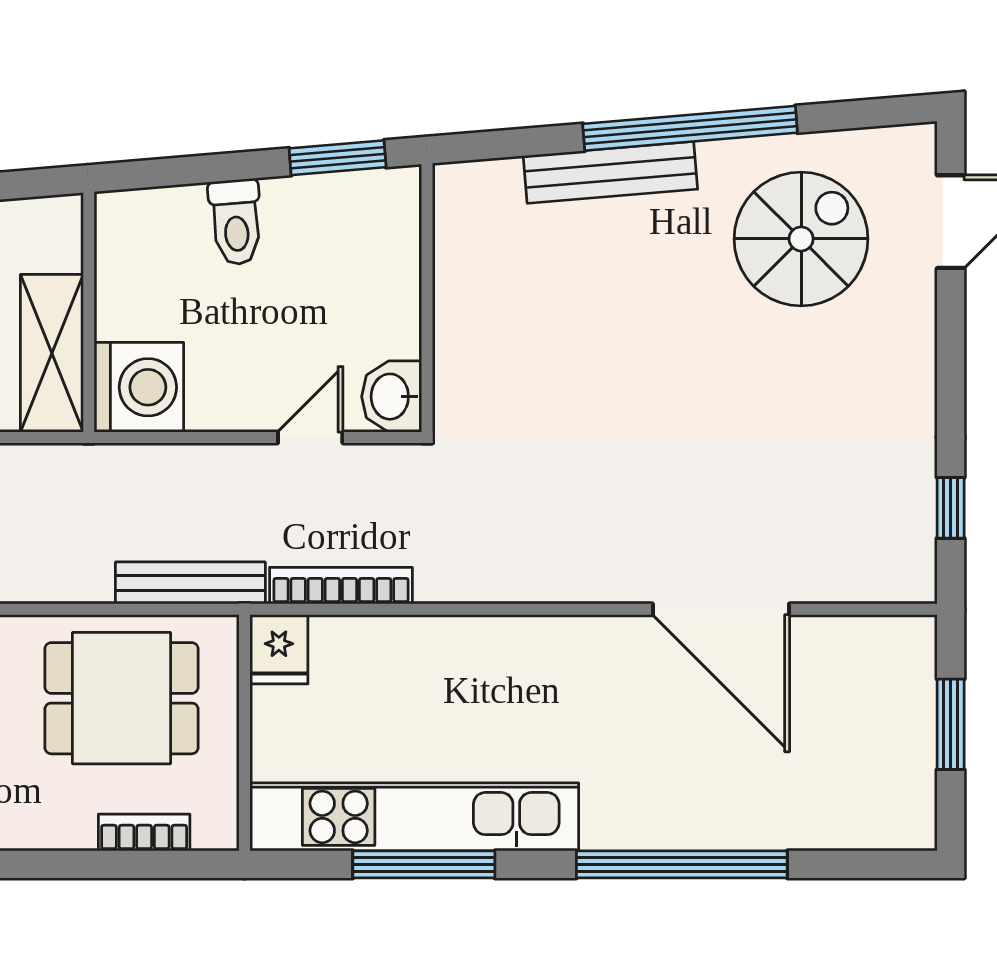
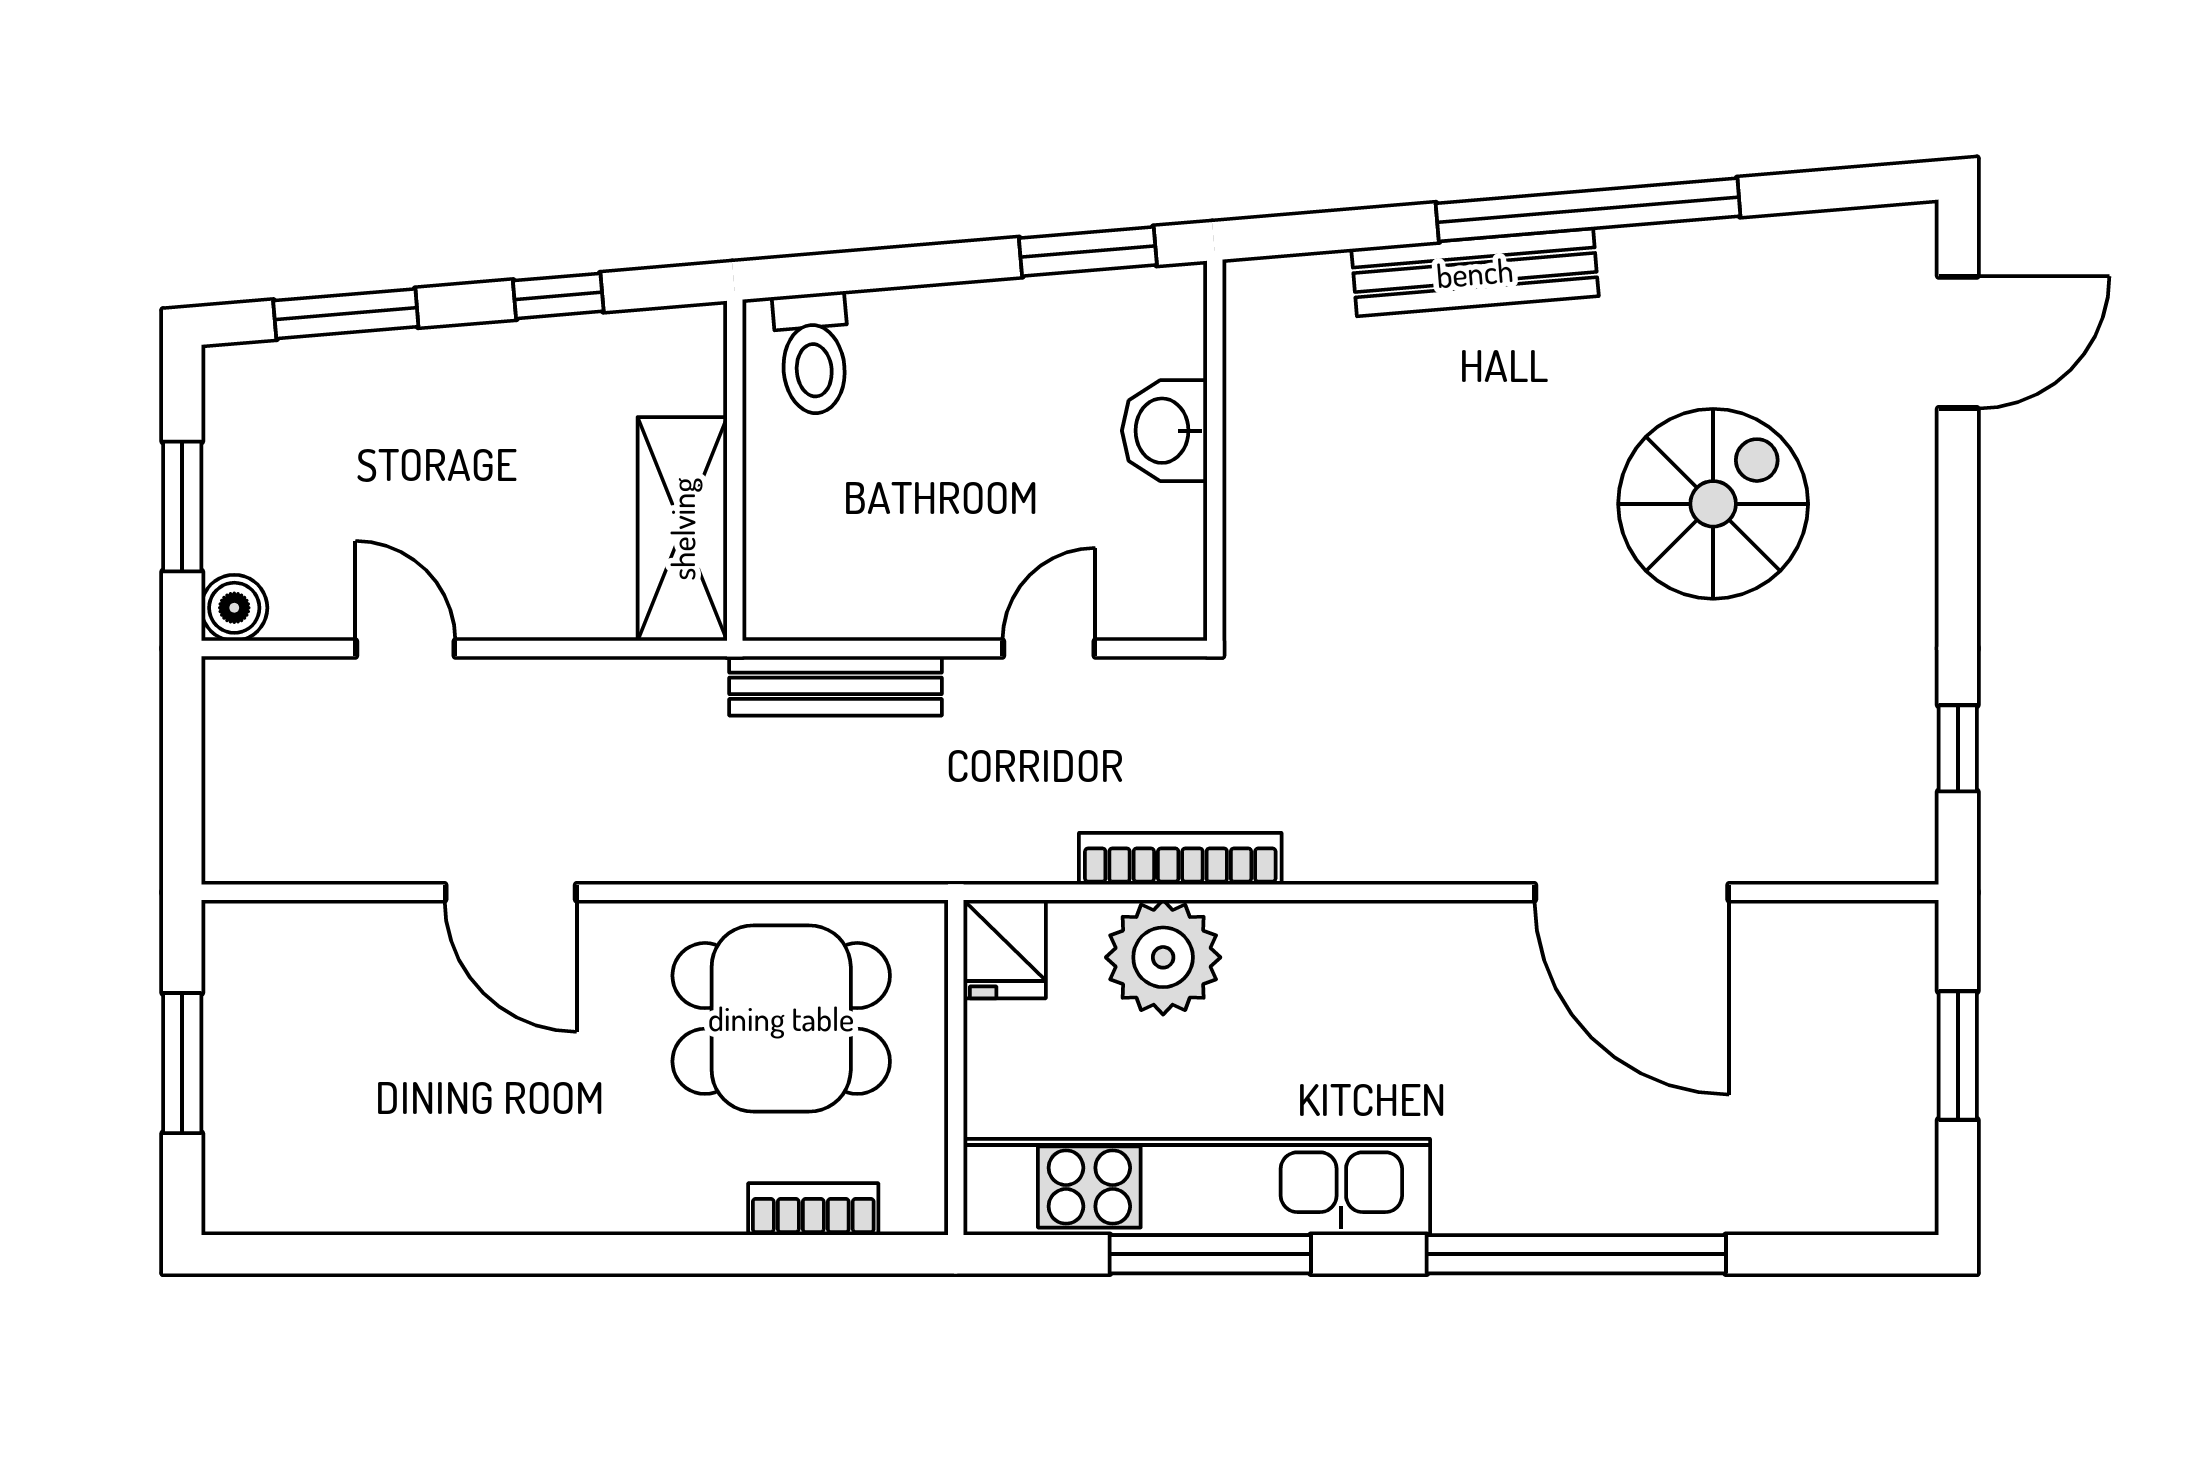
toilet: (236, 222) -> (813, 354), moved
spiral stairs: (801, 239) -> (1713, 504), moved
washing machine: (139, 387) -> (806, 577), removed
washbasin: (392, 397) -> (1165, 431), moved
bench: (190, 583) -> (835, 686), moved
bookcase: (341, 586) -> (1180, 859), moved
plant: (391, 655) -> (1163, 957), added

